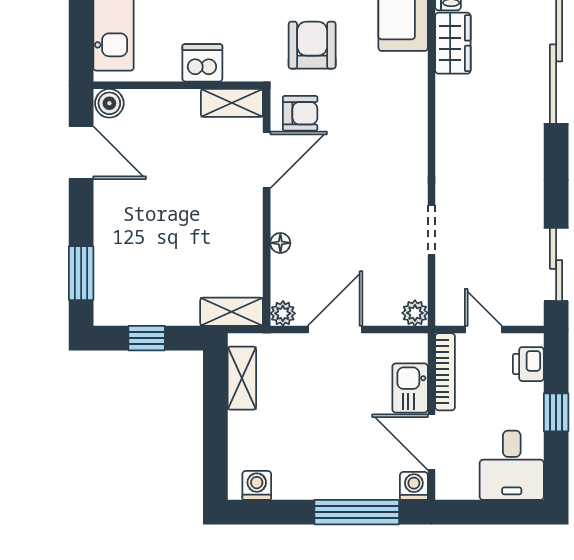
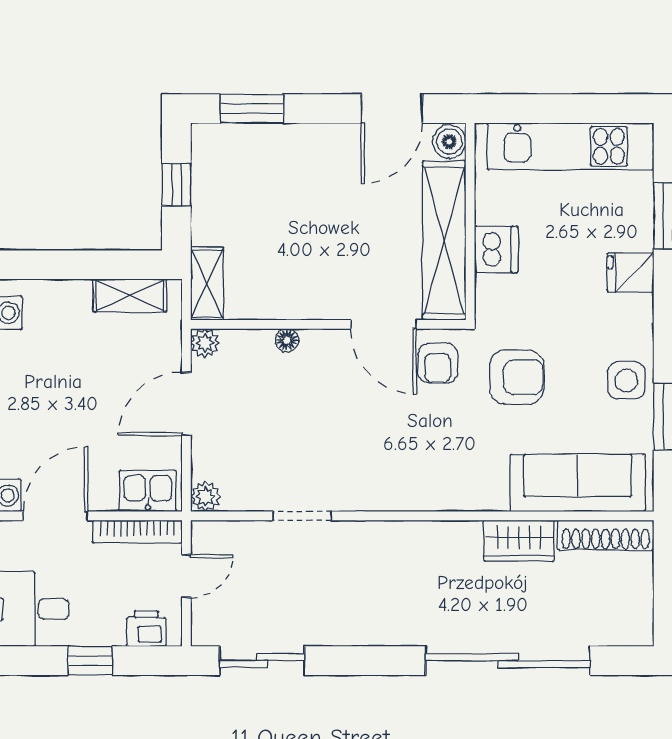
shelving: (232, 103) -> (444, 241), width x2.20, depth x1.33
door: (335, 330) -> (186, 404), swing flipped
kitchen sink: (410, 388) -> (148, 491), moved

